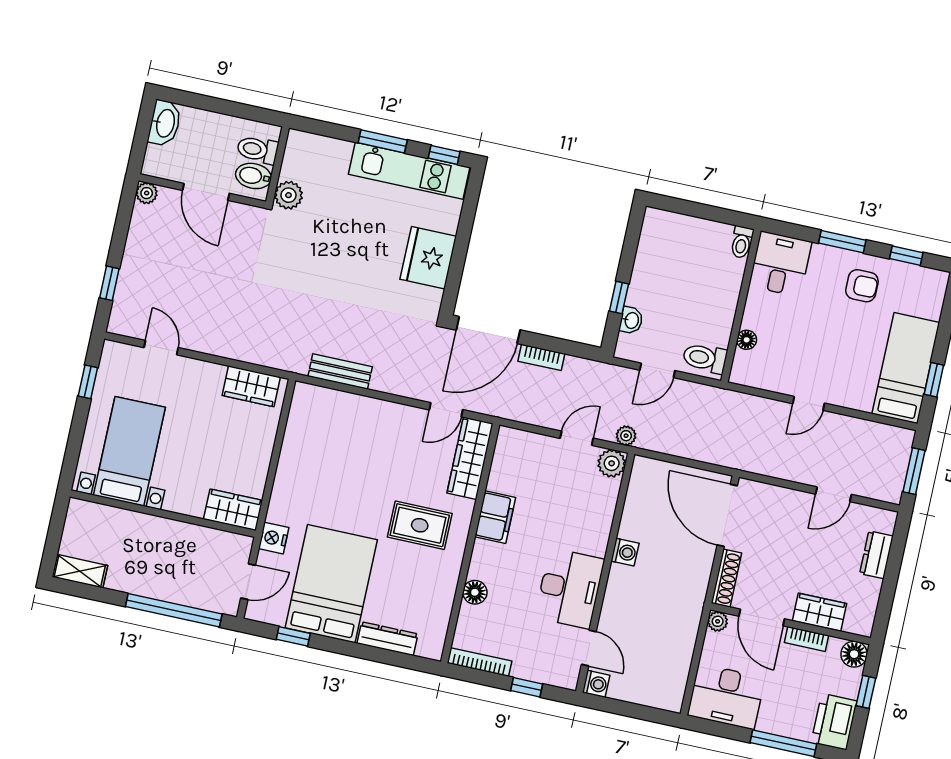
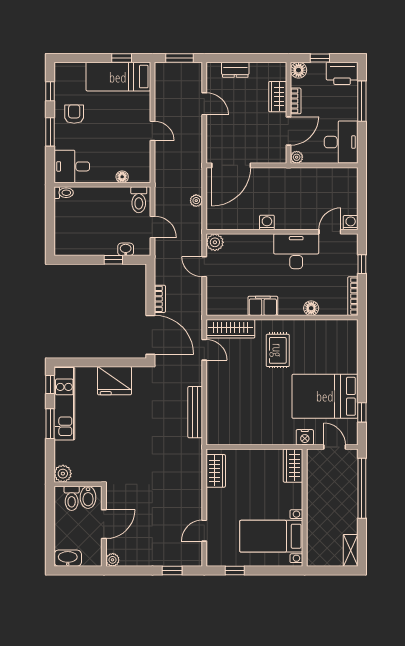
plant: (289, 195) -> (63, 474), moved
bench: (340, 372) -> (195, 412), width x1.36
plant: (626, 436) -> (196, 201), moved
shoe rack: (726, 578) -> (269, 158), removed
dresser: (387, 639) -> (351, 355), removed

